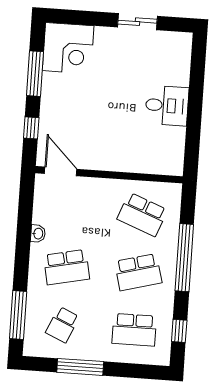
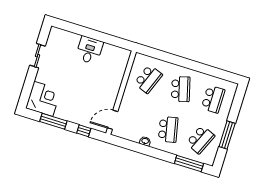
window: (184, 258) -> (179, 61), removed
school desk: (62, 325) -> (200, 139), width x1.85
window: (179, 331) -> (220, 74), removed

